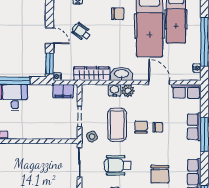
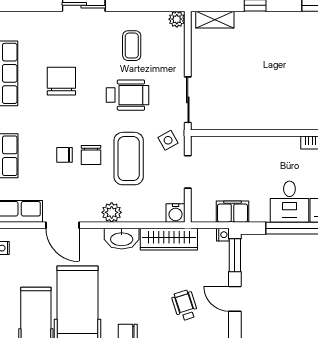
wheelchair: (81, 32) -> (185, 305), turned -144
water cooler: (115, 90) -> (176, 213), moved
filing cabinet: (63, 91) -> (233, 212), moved

